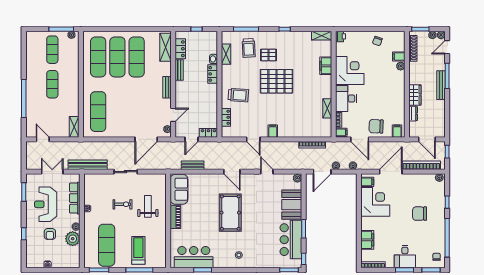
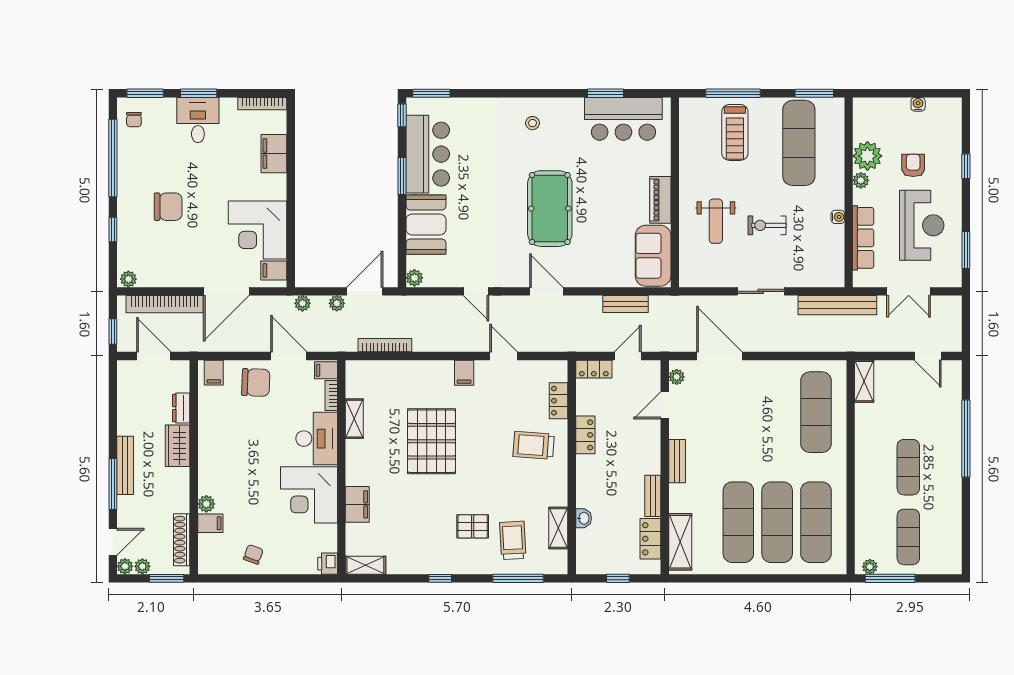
locker: (213, 74) -> (585, 435), moved
pallet: (276, 81) -> (431, 441), moved, turned 90
door: (146, 139) -> (719, 356), hinge flipped

